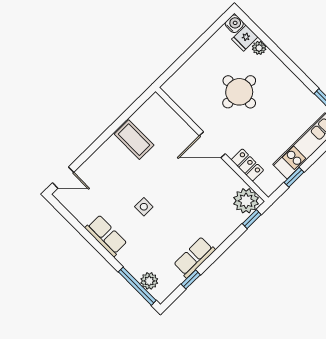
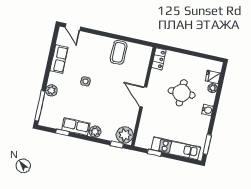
water cooler: (234, 24) -> (207, 110), moved
locker: (247, 165) -> (159, 59), moved
row of seats: (106, 236) -> (59, 59), moved
plant: (217, 236) -> (95, 132), added
plant: (149, 281) -> (51, 90), moved

